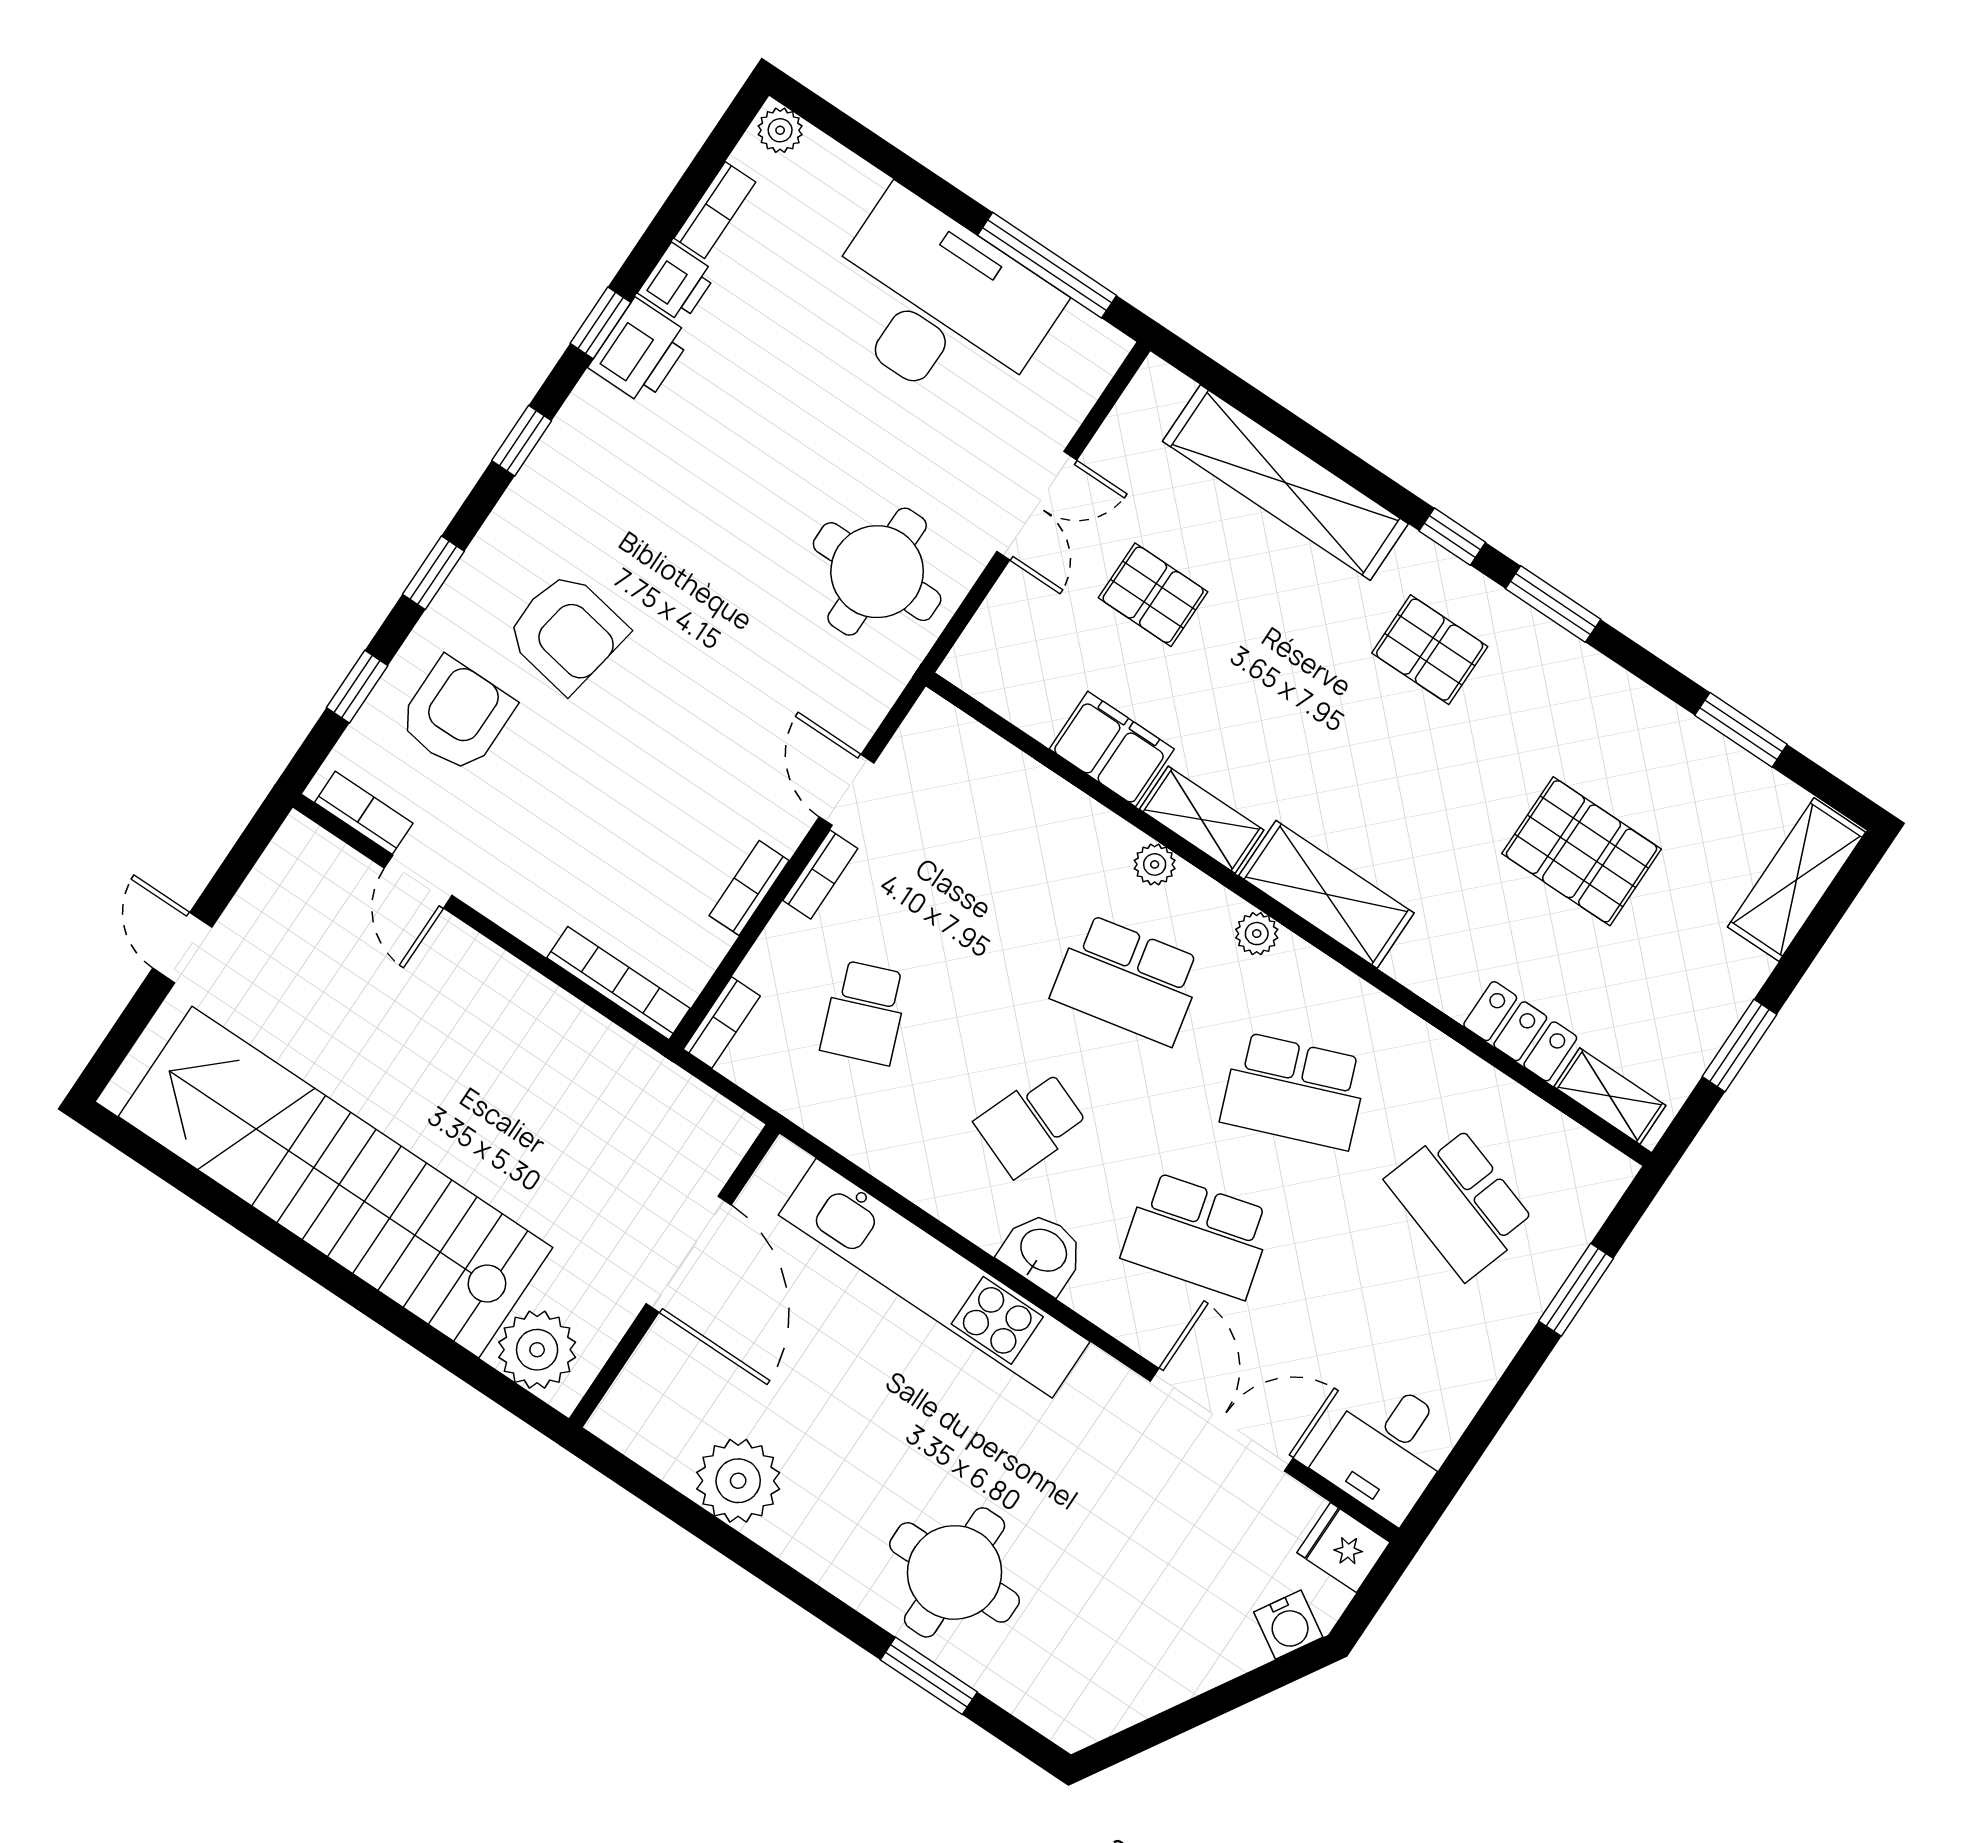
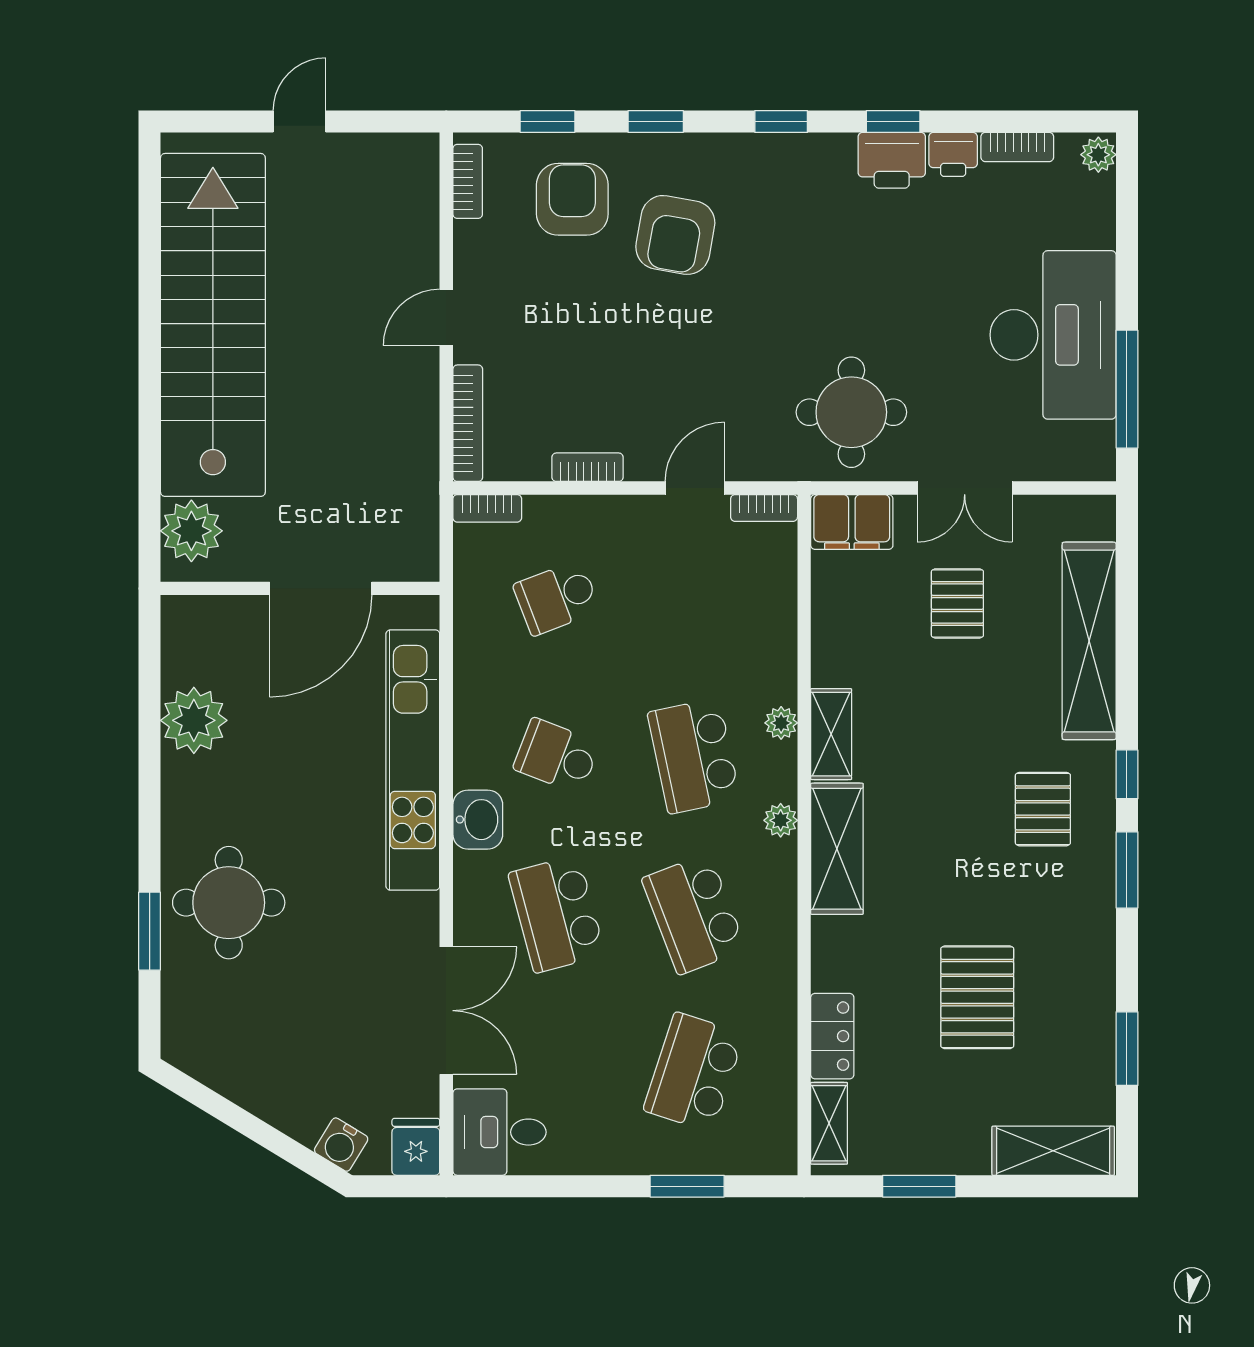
armchair: (456, 715) -> (572, 199), turned -90
filing cabinet: (1112, 749) -> (852, 522), moved, turned 90
bookcase: (820, 874) -> (764, 508), moved
door: (418, 882) -> (446, 317), moved

